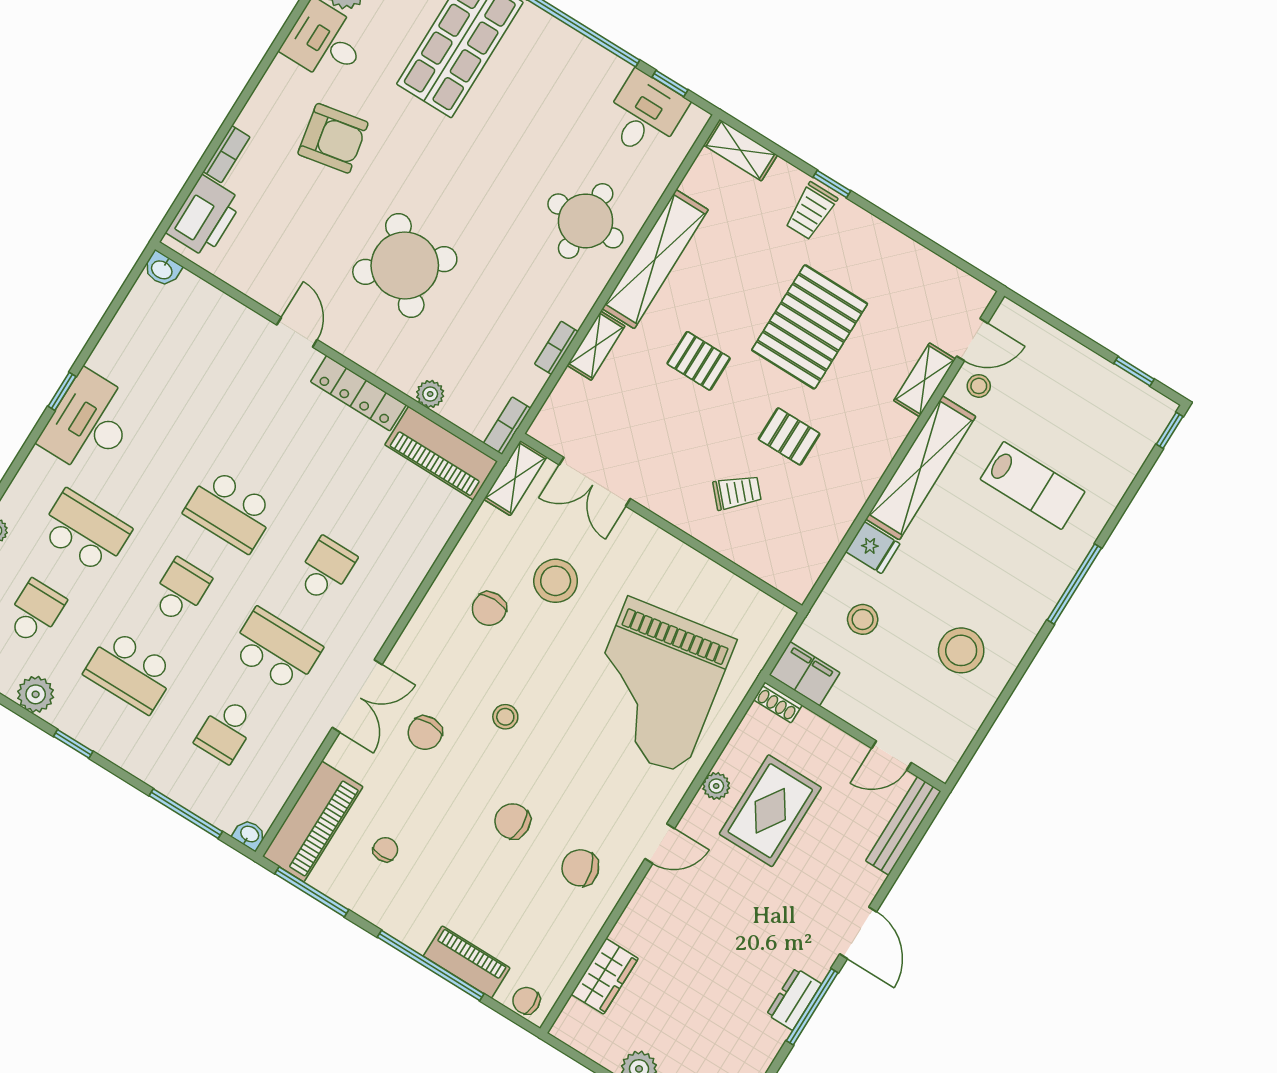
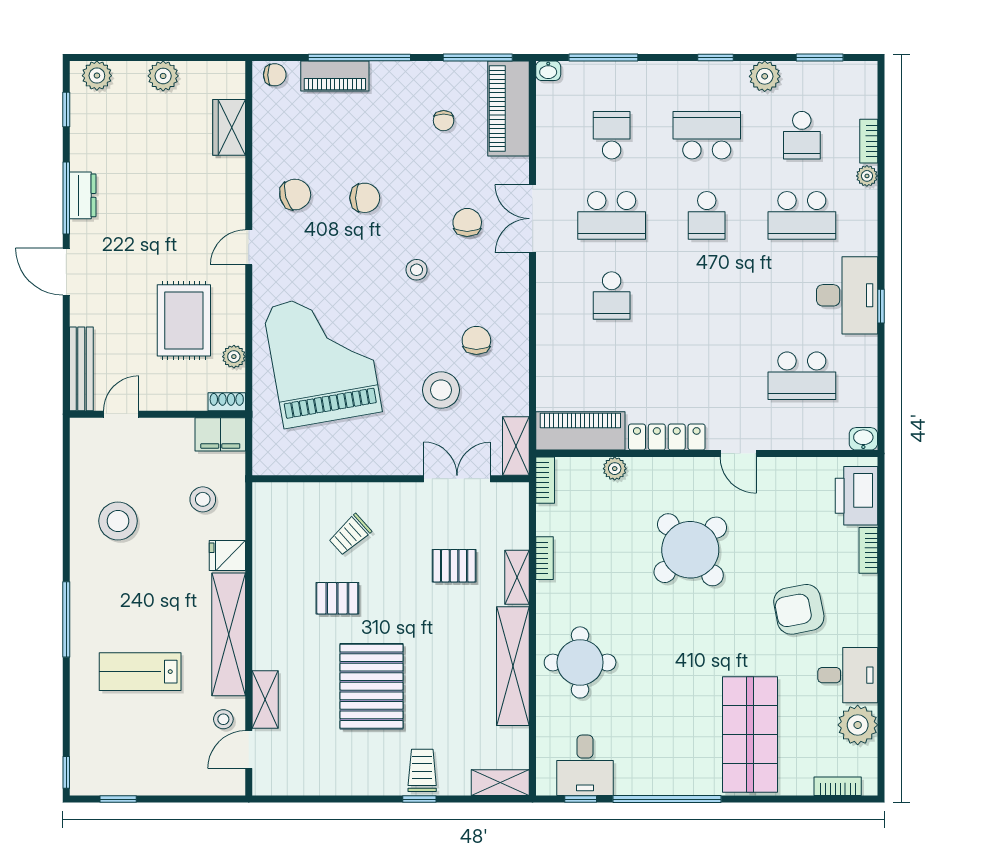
pallet: (699, 361) -> (454, 566), moved
school desk: (230, 510) -> (802, 376), moved, turned 180
plant: (716, 786) -> (234, 357), moved

